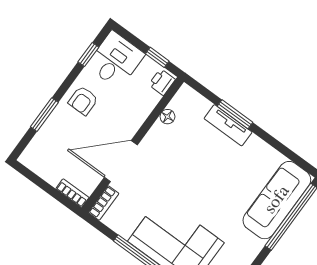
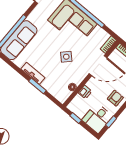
printer: (162, 82) -> (85, 92), moved
tv unit: (228, 125) -> (33, 73), moved
side table: (183, 174) -> (66, 57), added

